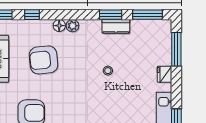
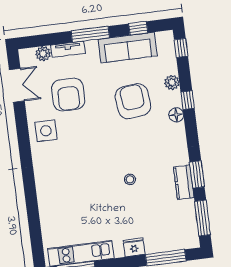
window: (32, 15) -> (188, 100), moved
plant: (73, 26) -> (172, 82), moved

